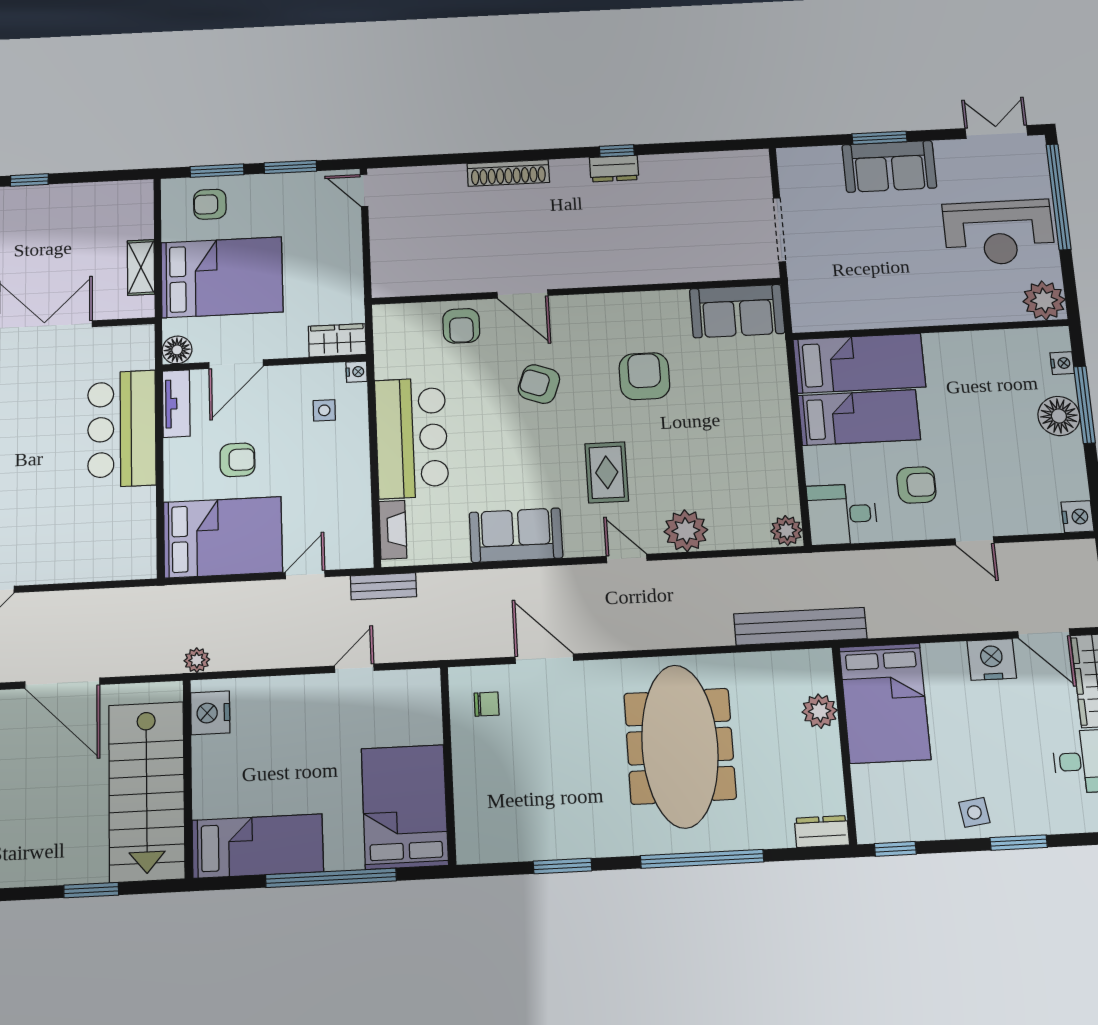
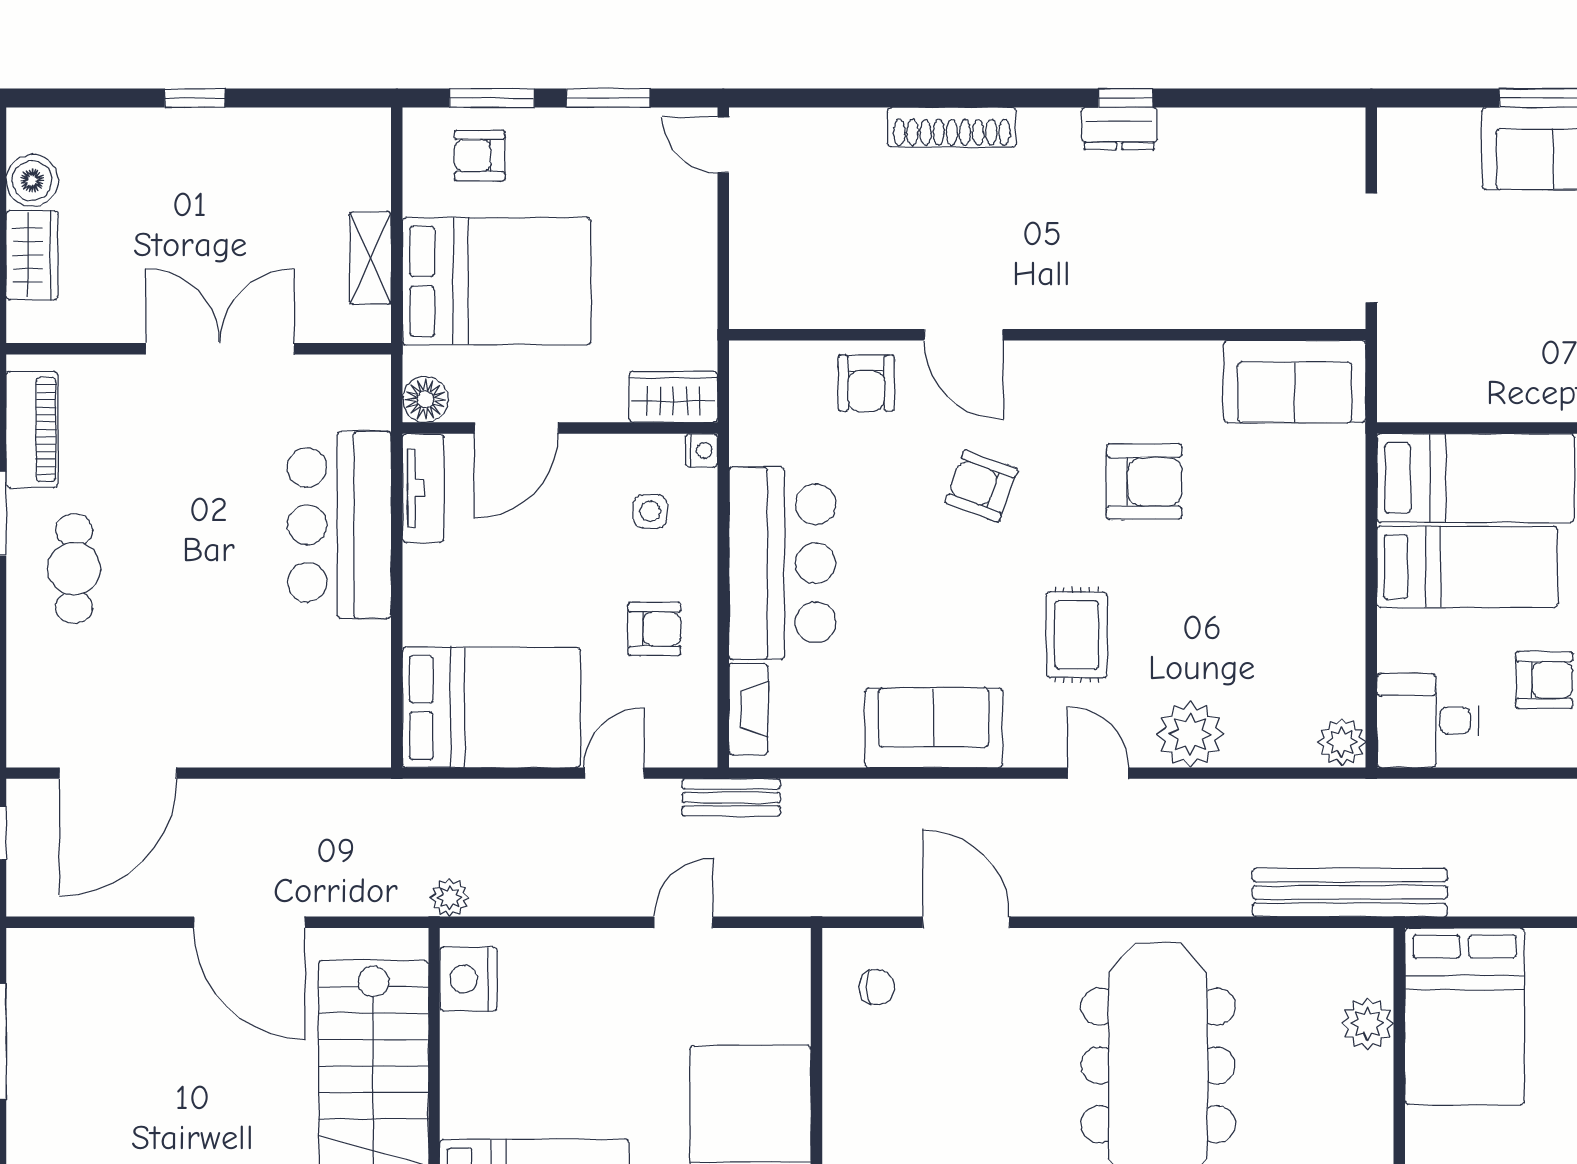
armchair: (644, 376) -> (1144, 482), turned 90
armchair: (237, 460) -> (654, 629), moved

